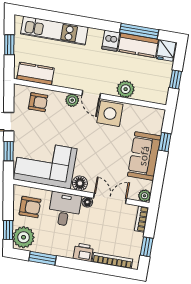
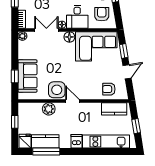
dishwasher: (111, 41) -> (77, 141), moved
plant: (72, 100) -> (85, 95), removed
sofa: (144, 156) -> (27, 76), moved
double door: (110, 198) -> (46, 30), swing flipped
armchair: (30, 207) -> (102, 14), turned 90

